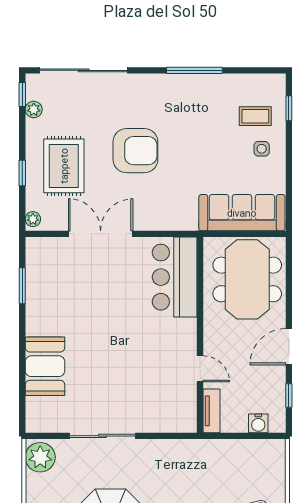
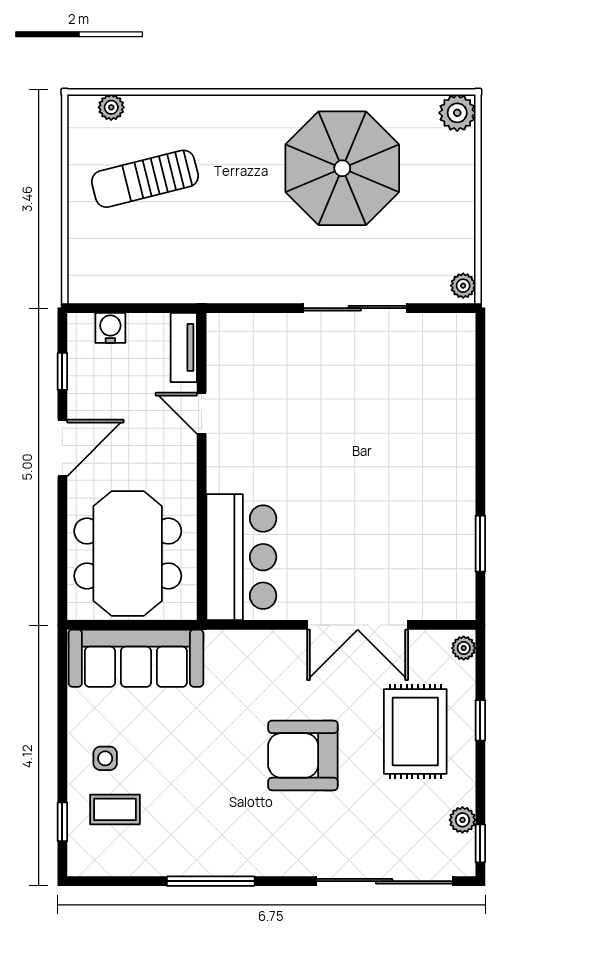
booth: (45, 366) -> (445, 418), removed
plant: (40, 457) -> (463, 286), width x0.53, depth x0.53

